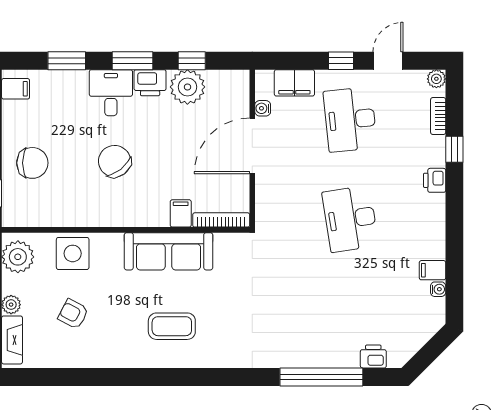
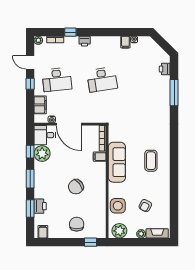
printer: (150, 83) -> (40, 206), moved
desk: (111, 93) -> (45, 135), moved
window: (321, 377) -> (174, 93), width x0.68

